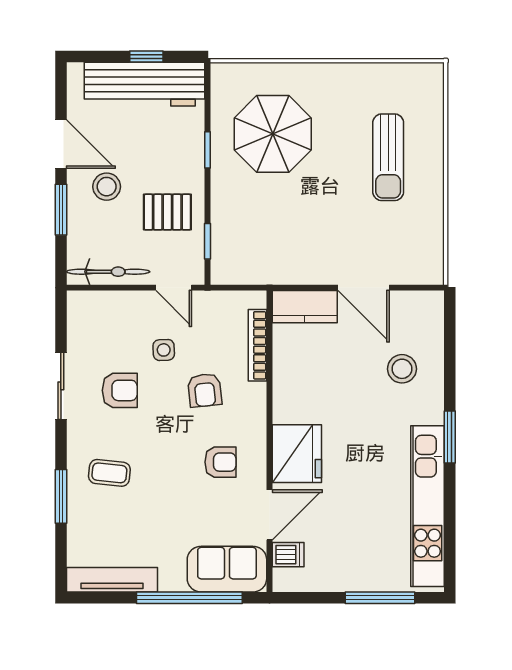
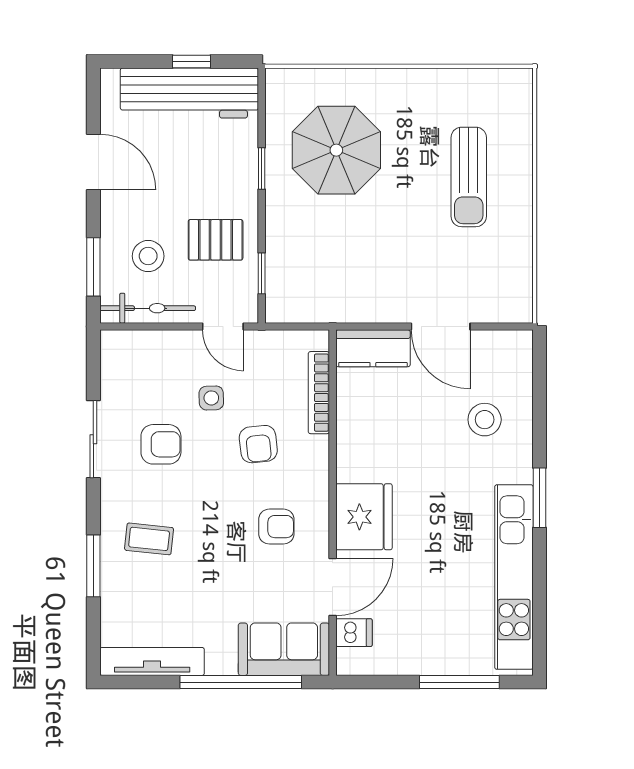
stool: (107, 187) -> (148, 256), moved
window: (61, 210) -> (93, 267), moved

